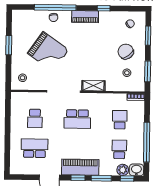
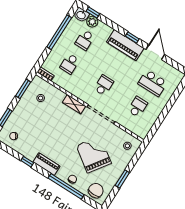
chair: (126, 52) -> (96, 191), moved, turned -143
school desk: (77, 119) -> (104, 85), width x0.54
window: (101, 178) -> (114, 26), removed

